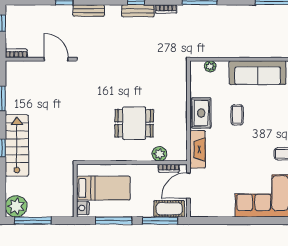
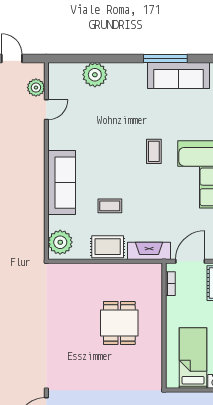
plant: (210, 66) -> (60, 242), width x1.87, depth x1.87
plant: (159, 154) -> (154, 294), removed
door: (188, 185) -> (190, 261), swing flipped

